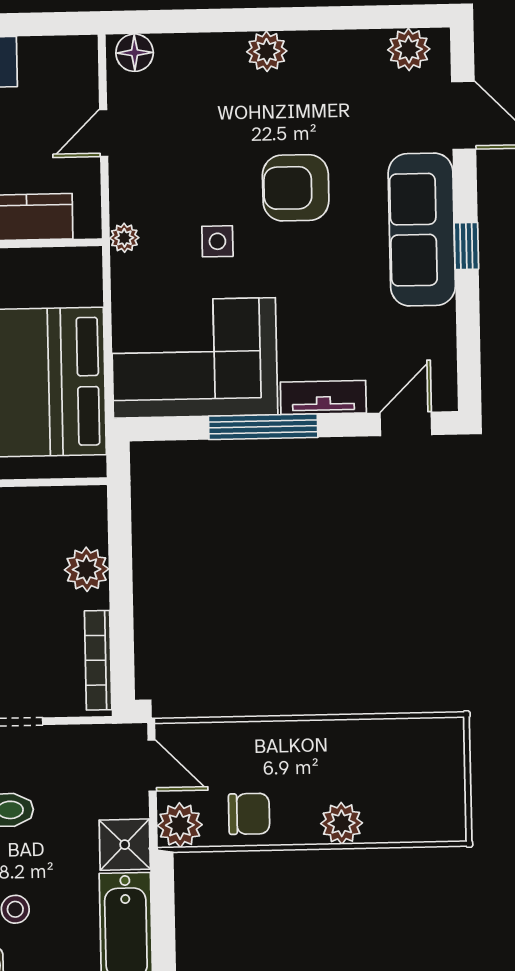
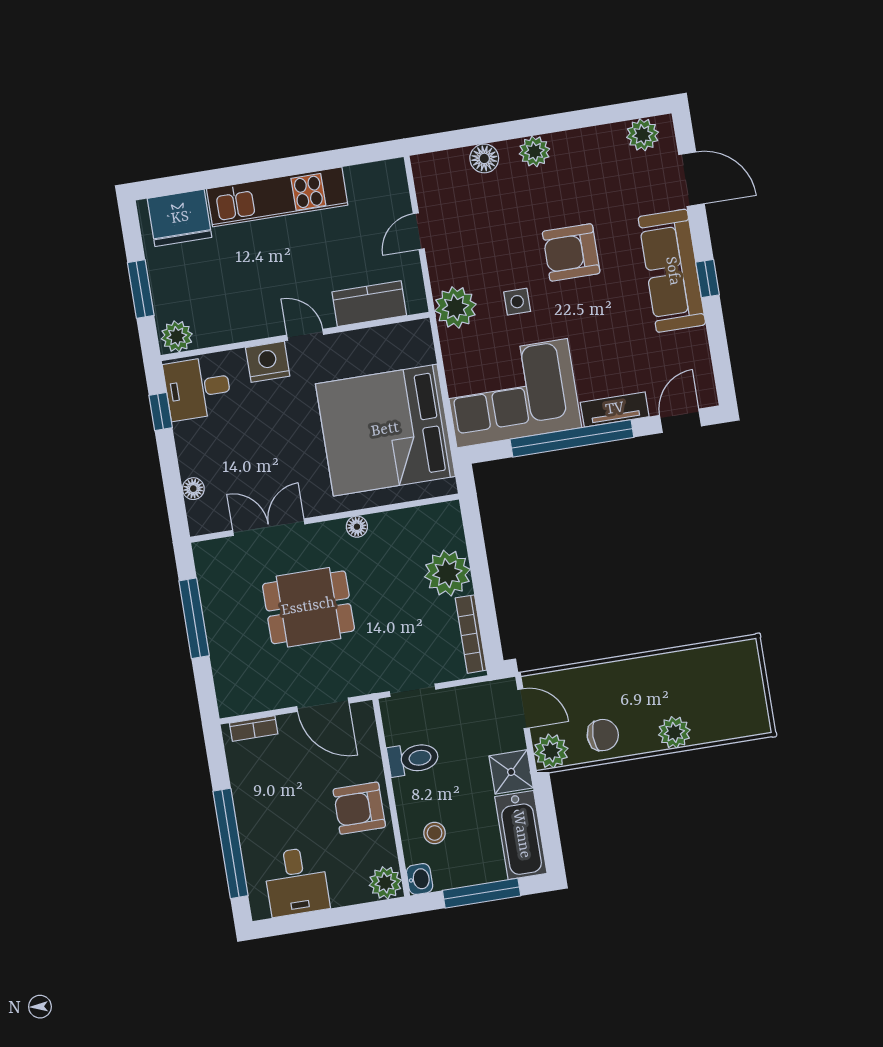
floor lamp: (135, 53) -> (484, 158), moved
plant: (124, 238) -> (455, 307), width x1.87, depth x1.87
window: (263, 427) -> (572, 438), width x1.46
plant: (87, 569) -> (447, 573), width x1.36, depth x1.36

